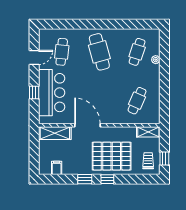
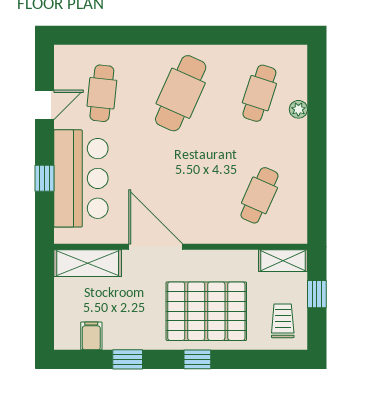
cafe table: (99, 52) -> (181, 93), turned 39
window: (164, 158) -> (317, 294), moved
window: (85, 179) -> (128, 359), moved

